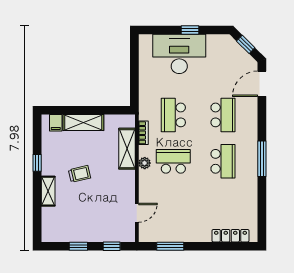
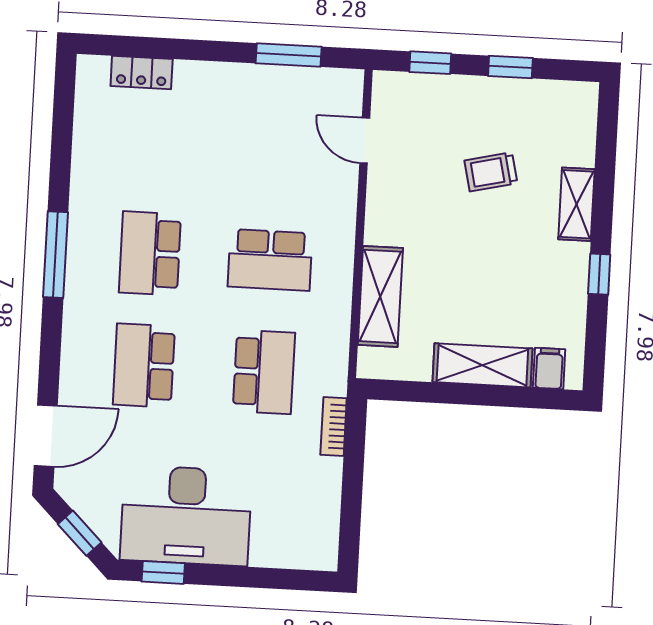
window: (190, 30) -> (163, 572), moved
desk: (179, 54) -> (186, 516), moved
bookcase: (143, 133) -> (334, 427), moved
plant: (145, 163) -> (340, 259), removed
trolley: (80, 174) -> (491, 172), moved
door: (137, 213) -> (365, 141), hinge flipped
locker: (230, 236) -> (142, 73), width x0.66

